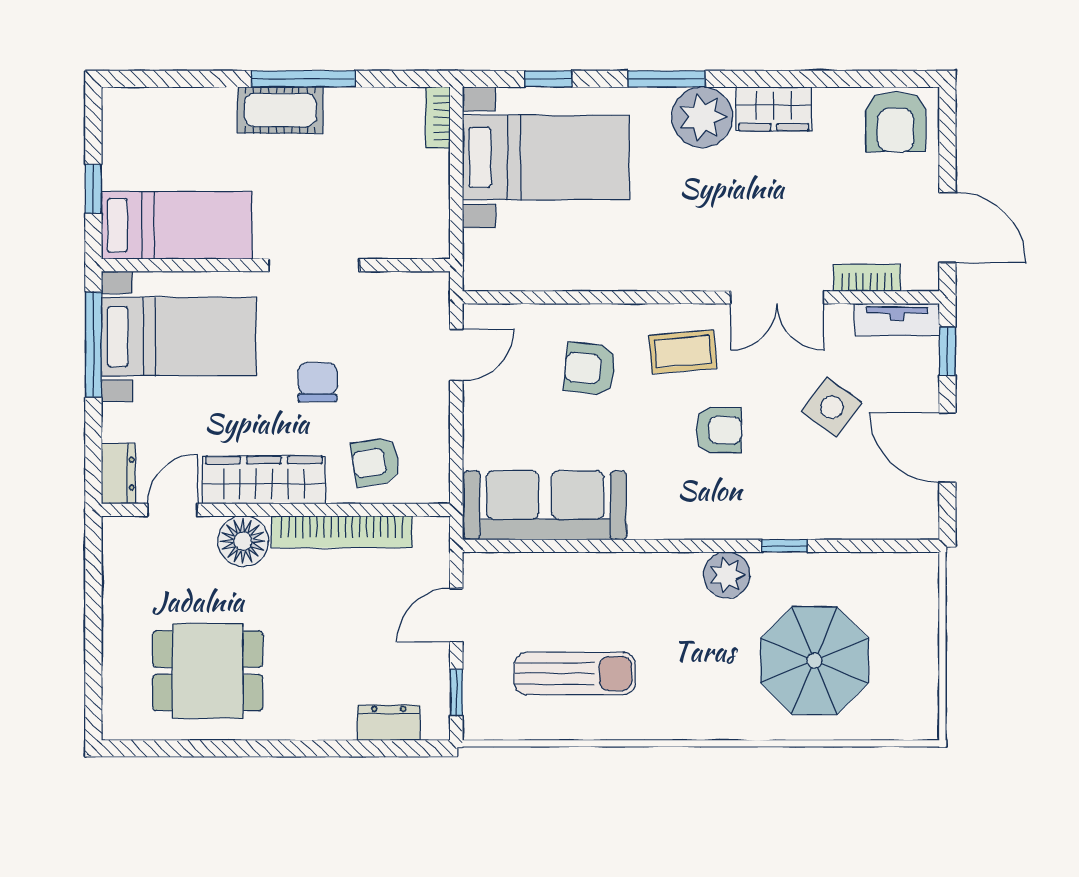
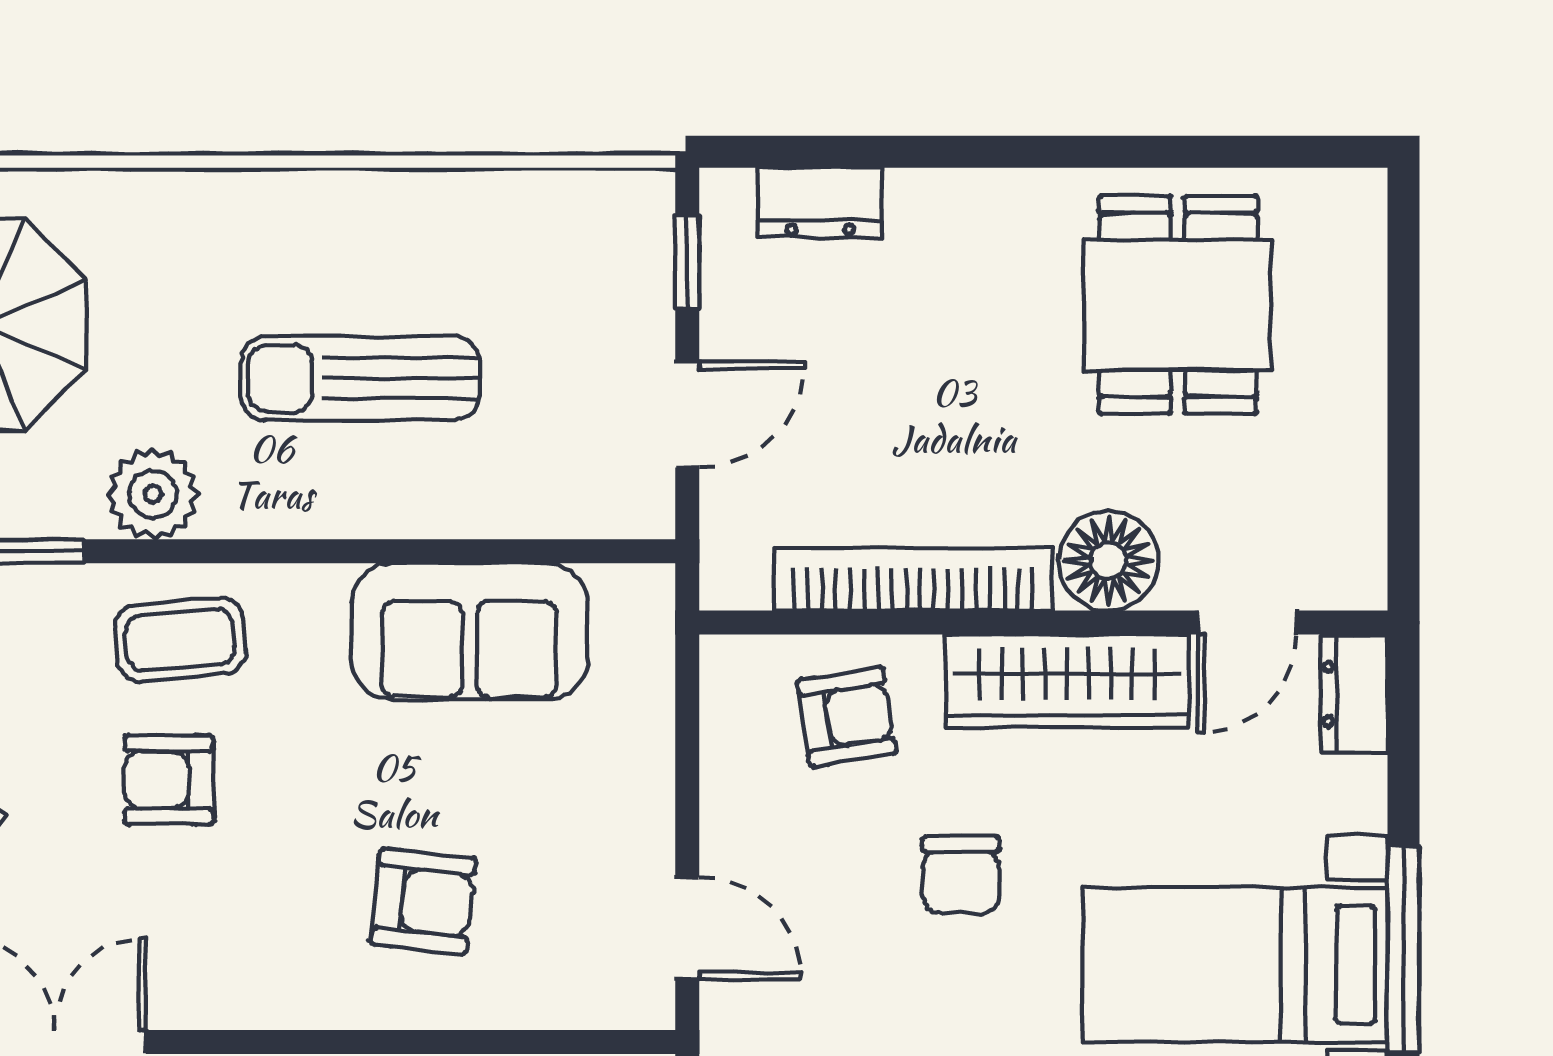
coffee table: (683, 352) -> (180, 640), moved
door: (456, 355) -> (687, 928), swing flipped
sofa: (545, 505) -> (469, 631), width x0.73
dining table: (208, 671) -> (1178, 305), turned 90
sun lounger: (575, 674) -> (360, 378), moved

